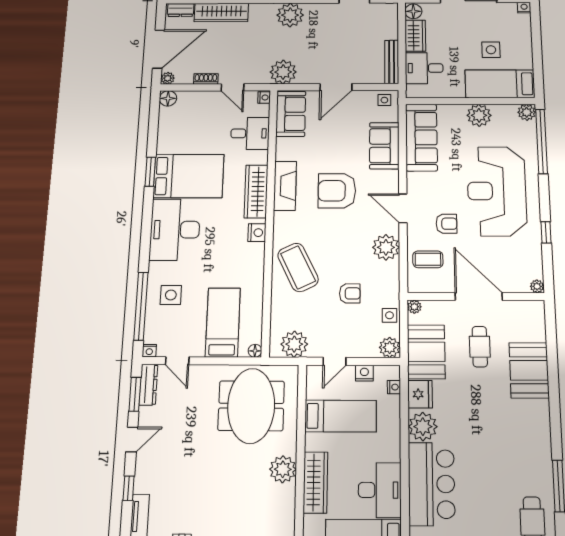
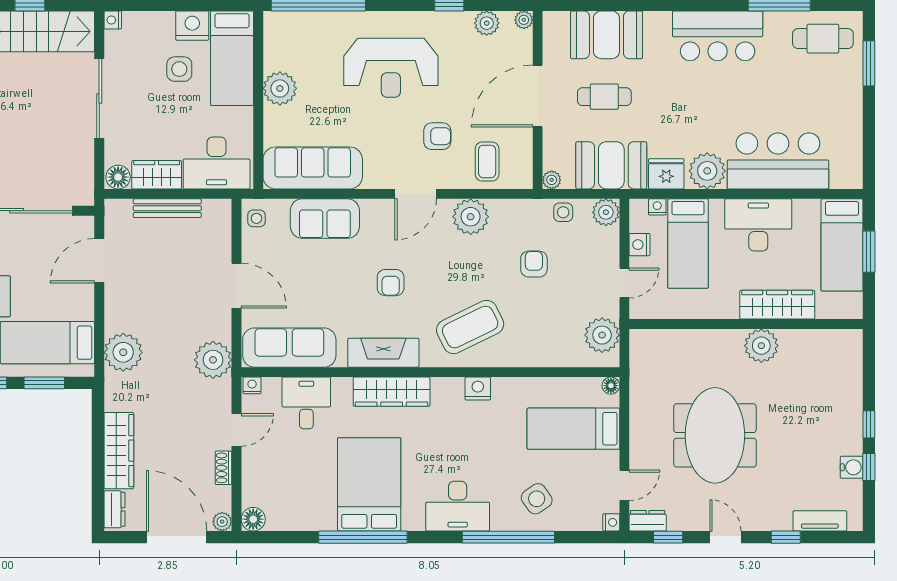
nightstand: (522, 58) -> (192, 26), added
bench: (392, 62) -> (167, 208), moved
desk: (424, 68) -> (217, 163), width x1.37
plant: (527, 112) -> (487, 23), moved
sofa: (291, 114) -> (289, 348), width x1.36
window: (150, 172) -> (363, 537), width x2.11
armchair: (337, 191) -> (391, 283), width x0.53, depth x0.53
reception desk: (497, 191) -> (391, 68), width x0.74, depth x0.77
armchair: (446, 224) -> (437, 136), turned 90
desk: (175, 230) -> (458, 506), width x0.73, depth x0.77
nightstand: (257, 233) -> (478, 389), moved
coffee table: (298, 267) -> (470, 327), moved
side table: (171, 295) -> (537, 499), turned -35
window: (141, 306) -> (508, 537), moved
door: (334, 361) -> (624, 283), hinge flipped
booth: (529, 370) -> (606, 35), moved
dresser: (148, 385) -> (648, 521), width x0.70
window: (135, 394) -> (668, 537), width x0.67
meeting table: (251, 406) -> (715, 435), moved, turned 90
bed: (341, 416) -> (688, 244), moved, turned 180
bar counter: (531, 435) -> (718, 36), added
desk: (380, 490) -> (758, 225), moved

